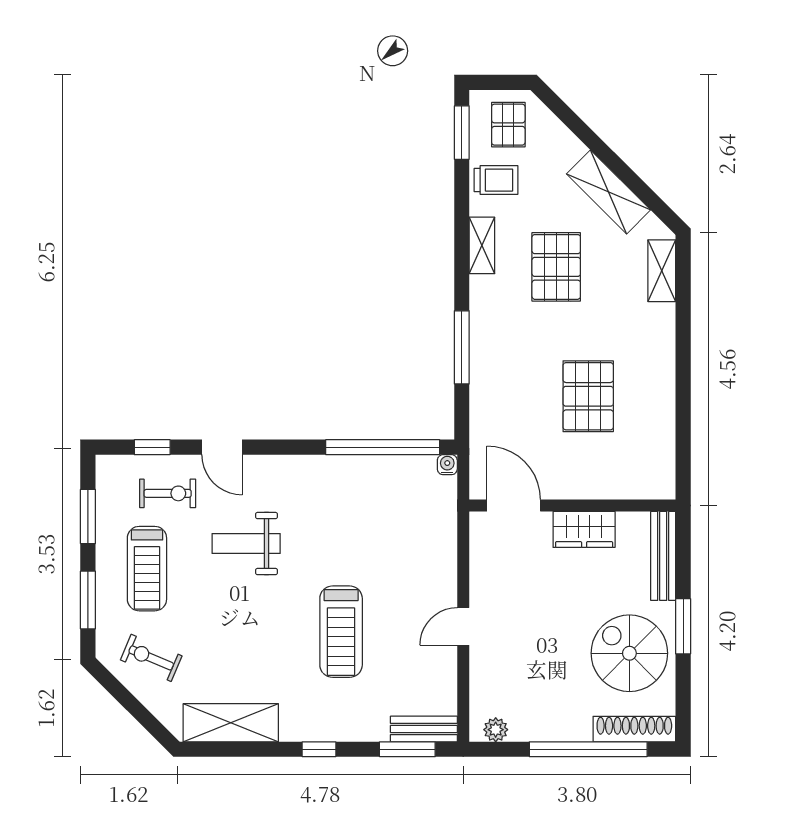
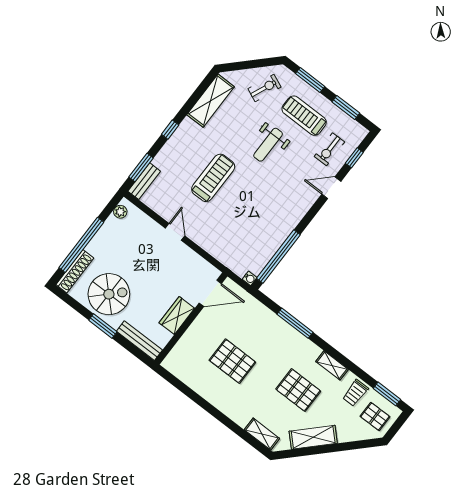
weight bench: (246, 544) -> (268, 145), moved, turned 180
treadmill: (341, 632) -> (213, 178), turned 90

